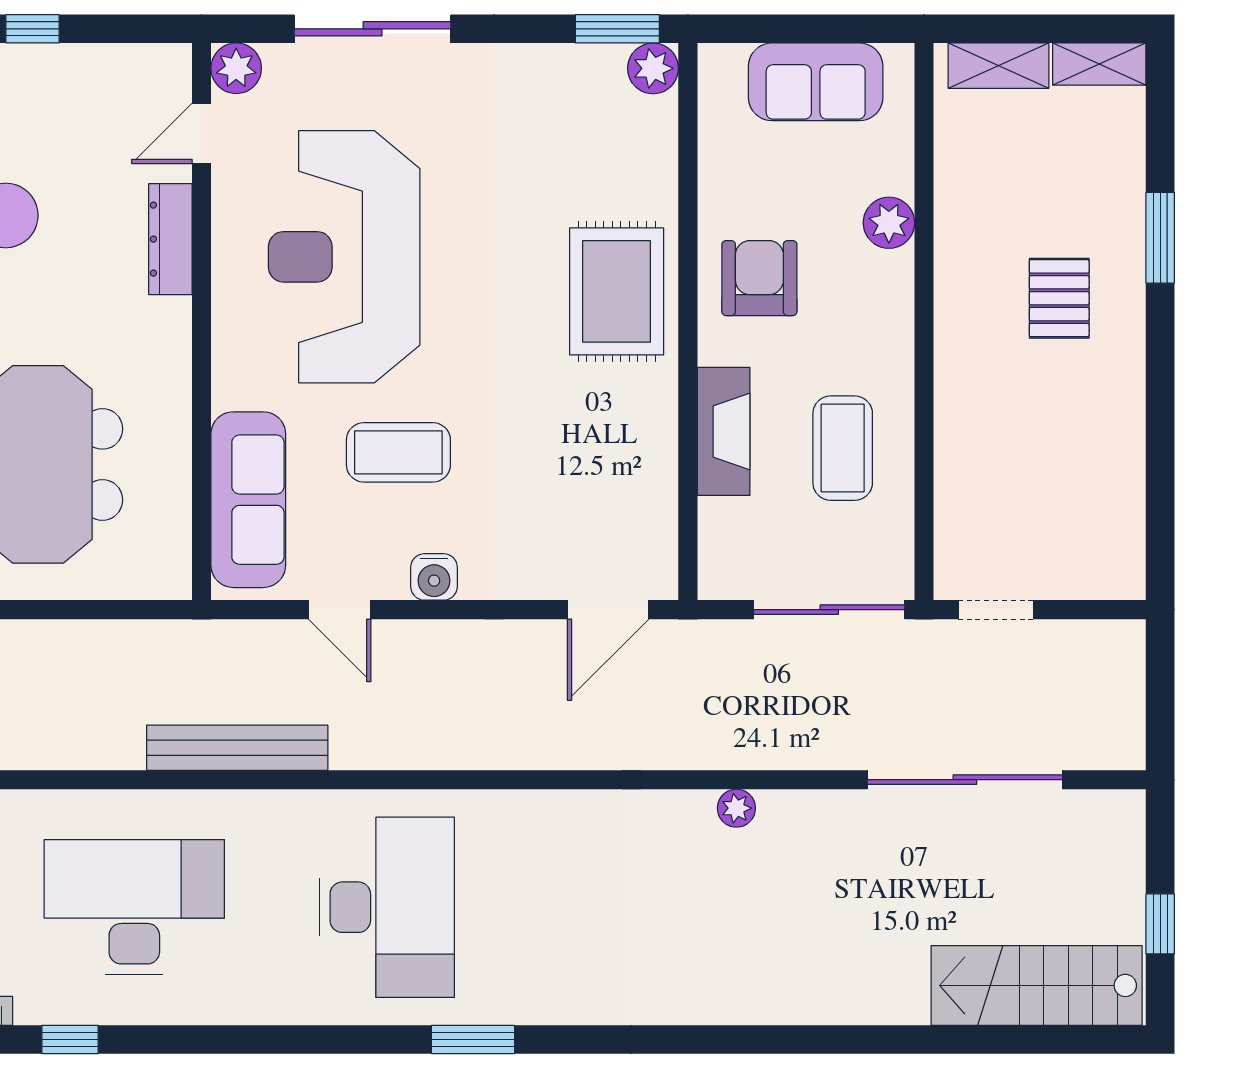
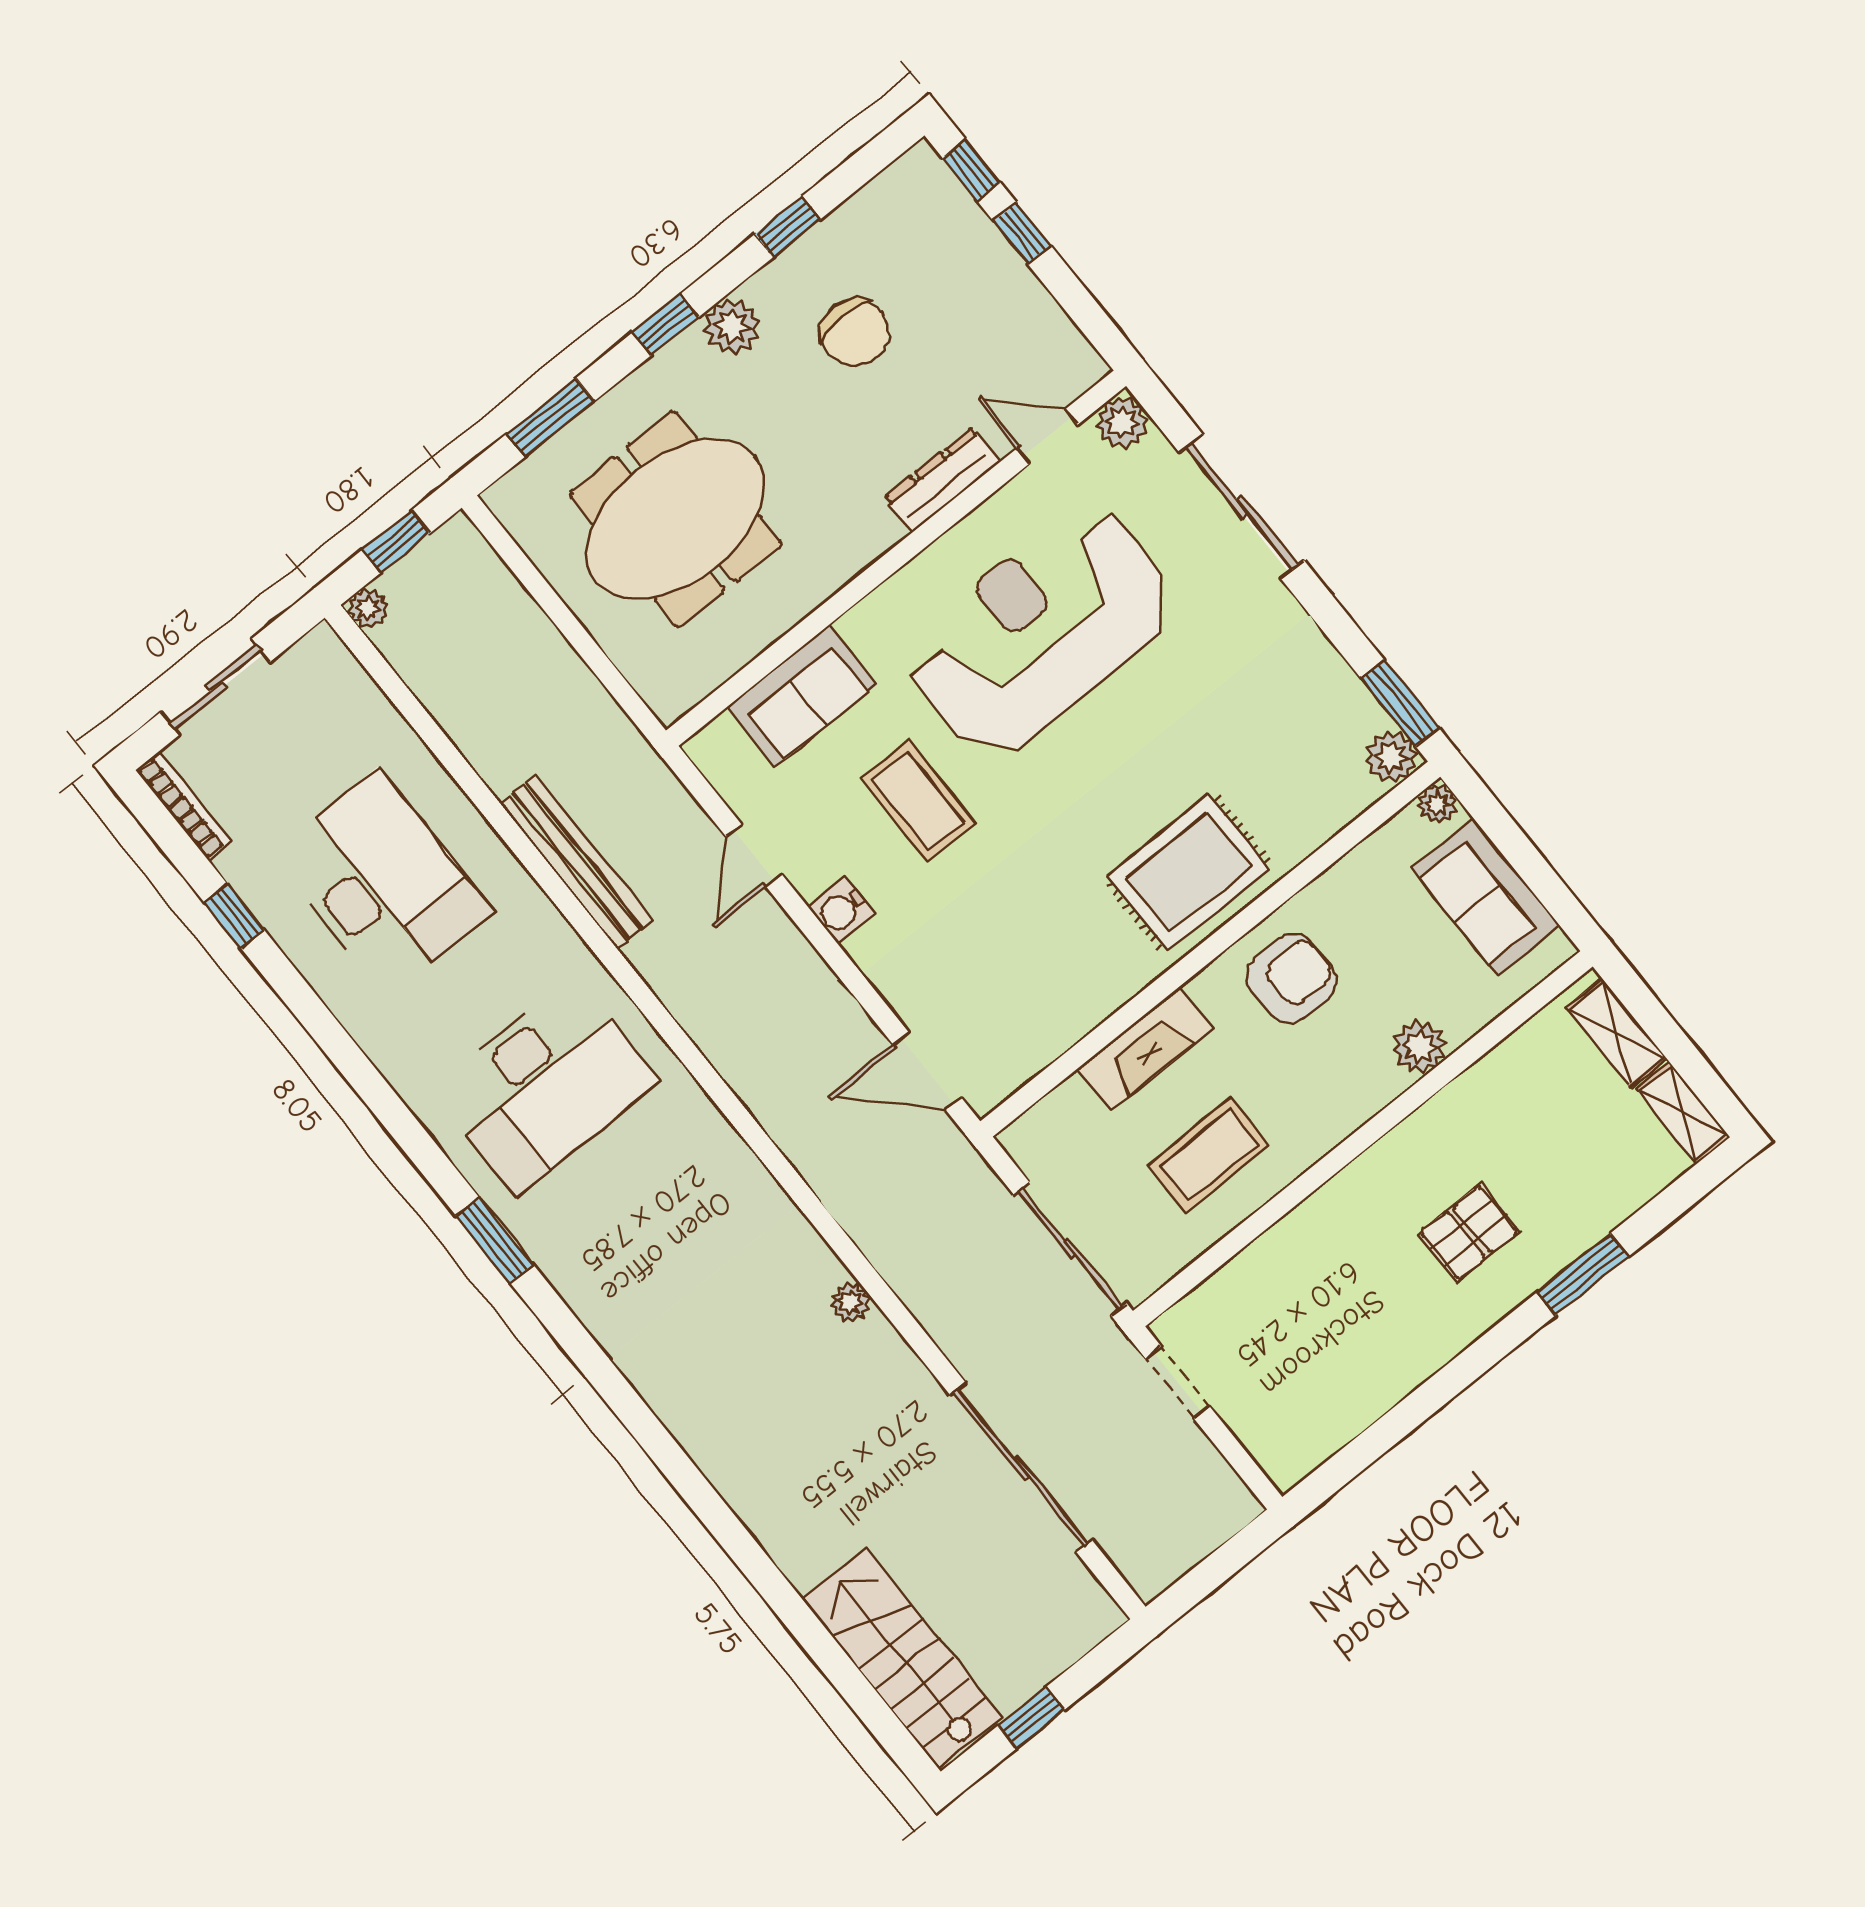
plant: (716, 62) -> (1437, 804), added
sofa: (248, 500) -> (802, 696), width x0.73

